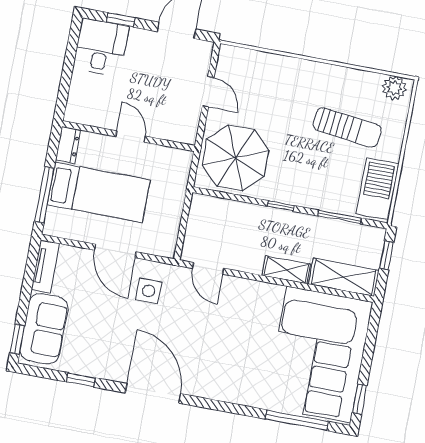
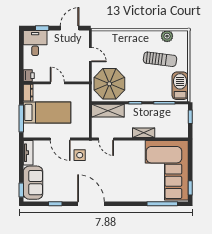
plant: (394, 88) -> (167, 36), moved
printer: (76, 111) -> (29, 76), added
shelving: (344, 277) -> (108, 111), moved

